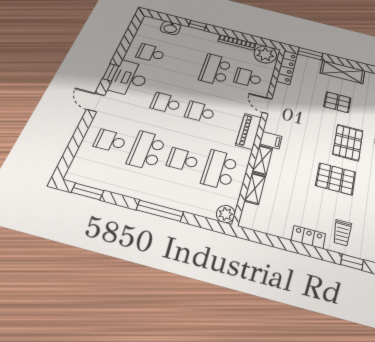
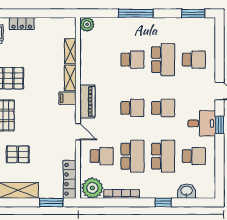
desk: (130, 78) -> (202, 123), width x0.73
school desk: (219, 169) -> (163, 156), moved

